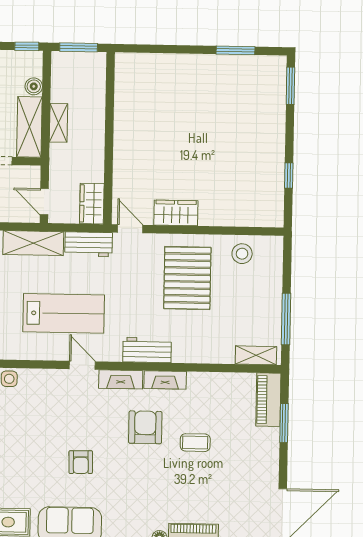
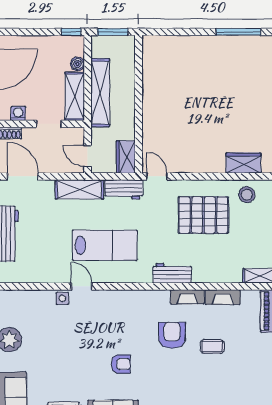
window: (235, 50) -> (238, 32), width x1.44
shelving: (59, 123) -> (100, 93), width x2.20, depth x1.33
wardrobe: (176, 213) -> (243, 163), moved
pallet: (187, 278) -> (203, 215), turned 90
door: (82, 365) -> (82, 286), moved
fireplace: (121, 379) -> (223, 297), moved
armchair: (81, 462) -> (121, 364), turned -89

